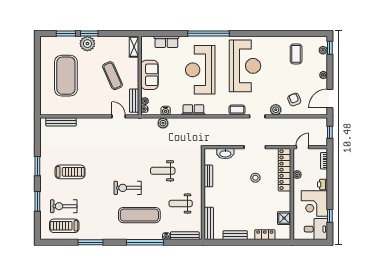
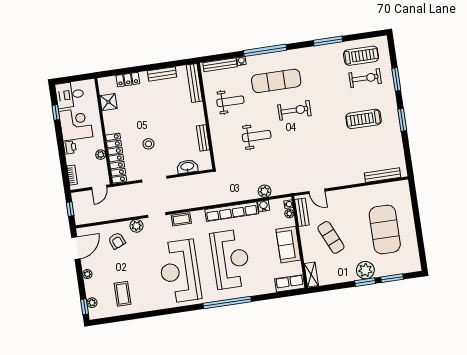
row of seats: (166, 42) -> (290, 283), moved
row of seats: (193, 110) -> (232, 212), width x2.02

